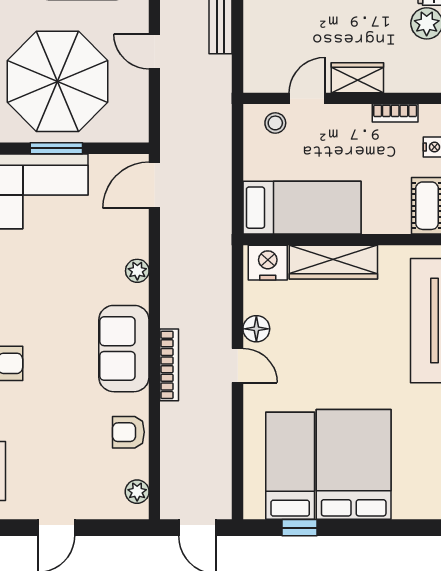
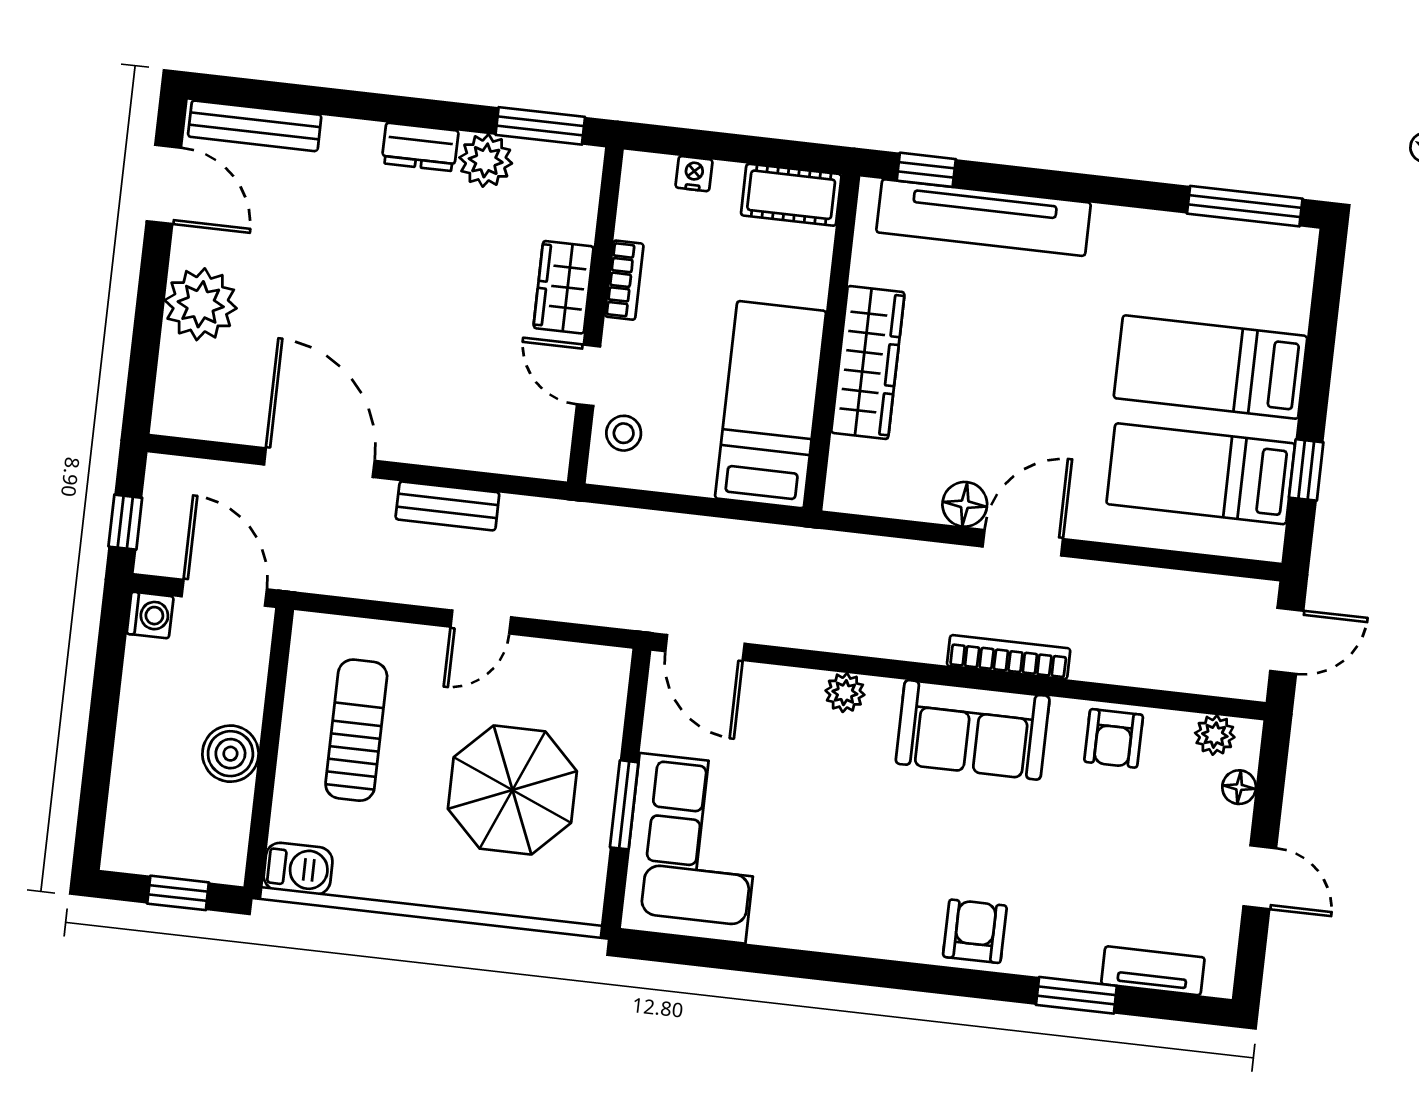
parasol: (58, 81) -> (512, 790), width x0.73, depth x0.73
bookcase: (395, 113) -> (624, 280), moved
nightstand: (268, 263) -> (856, 472), removed
door: (238, 366) -> (1023, 543), width x1.38
bed: (354, 464) -> (1210, 367), width x0.67
floor lamp: (108, 509) -> (1239, 787), added

